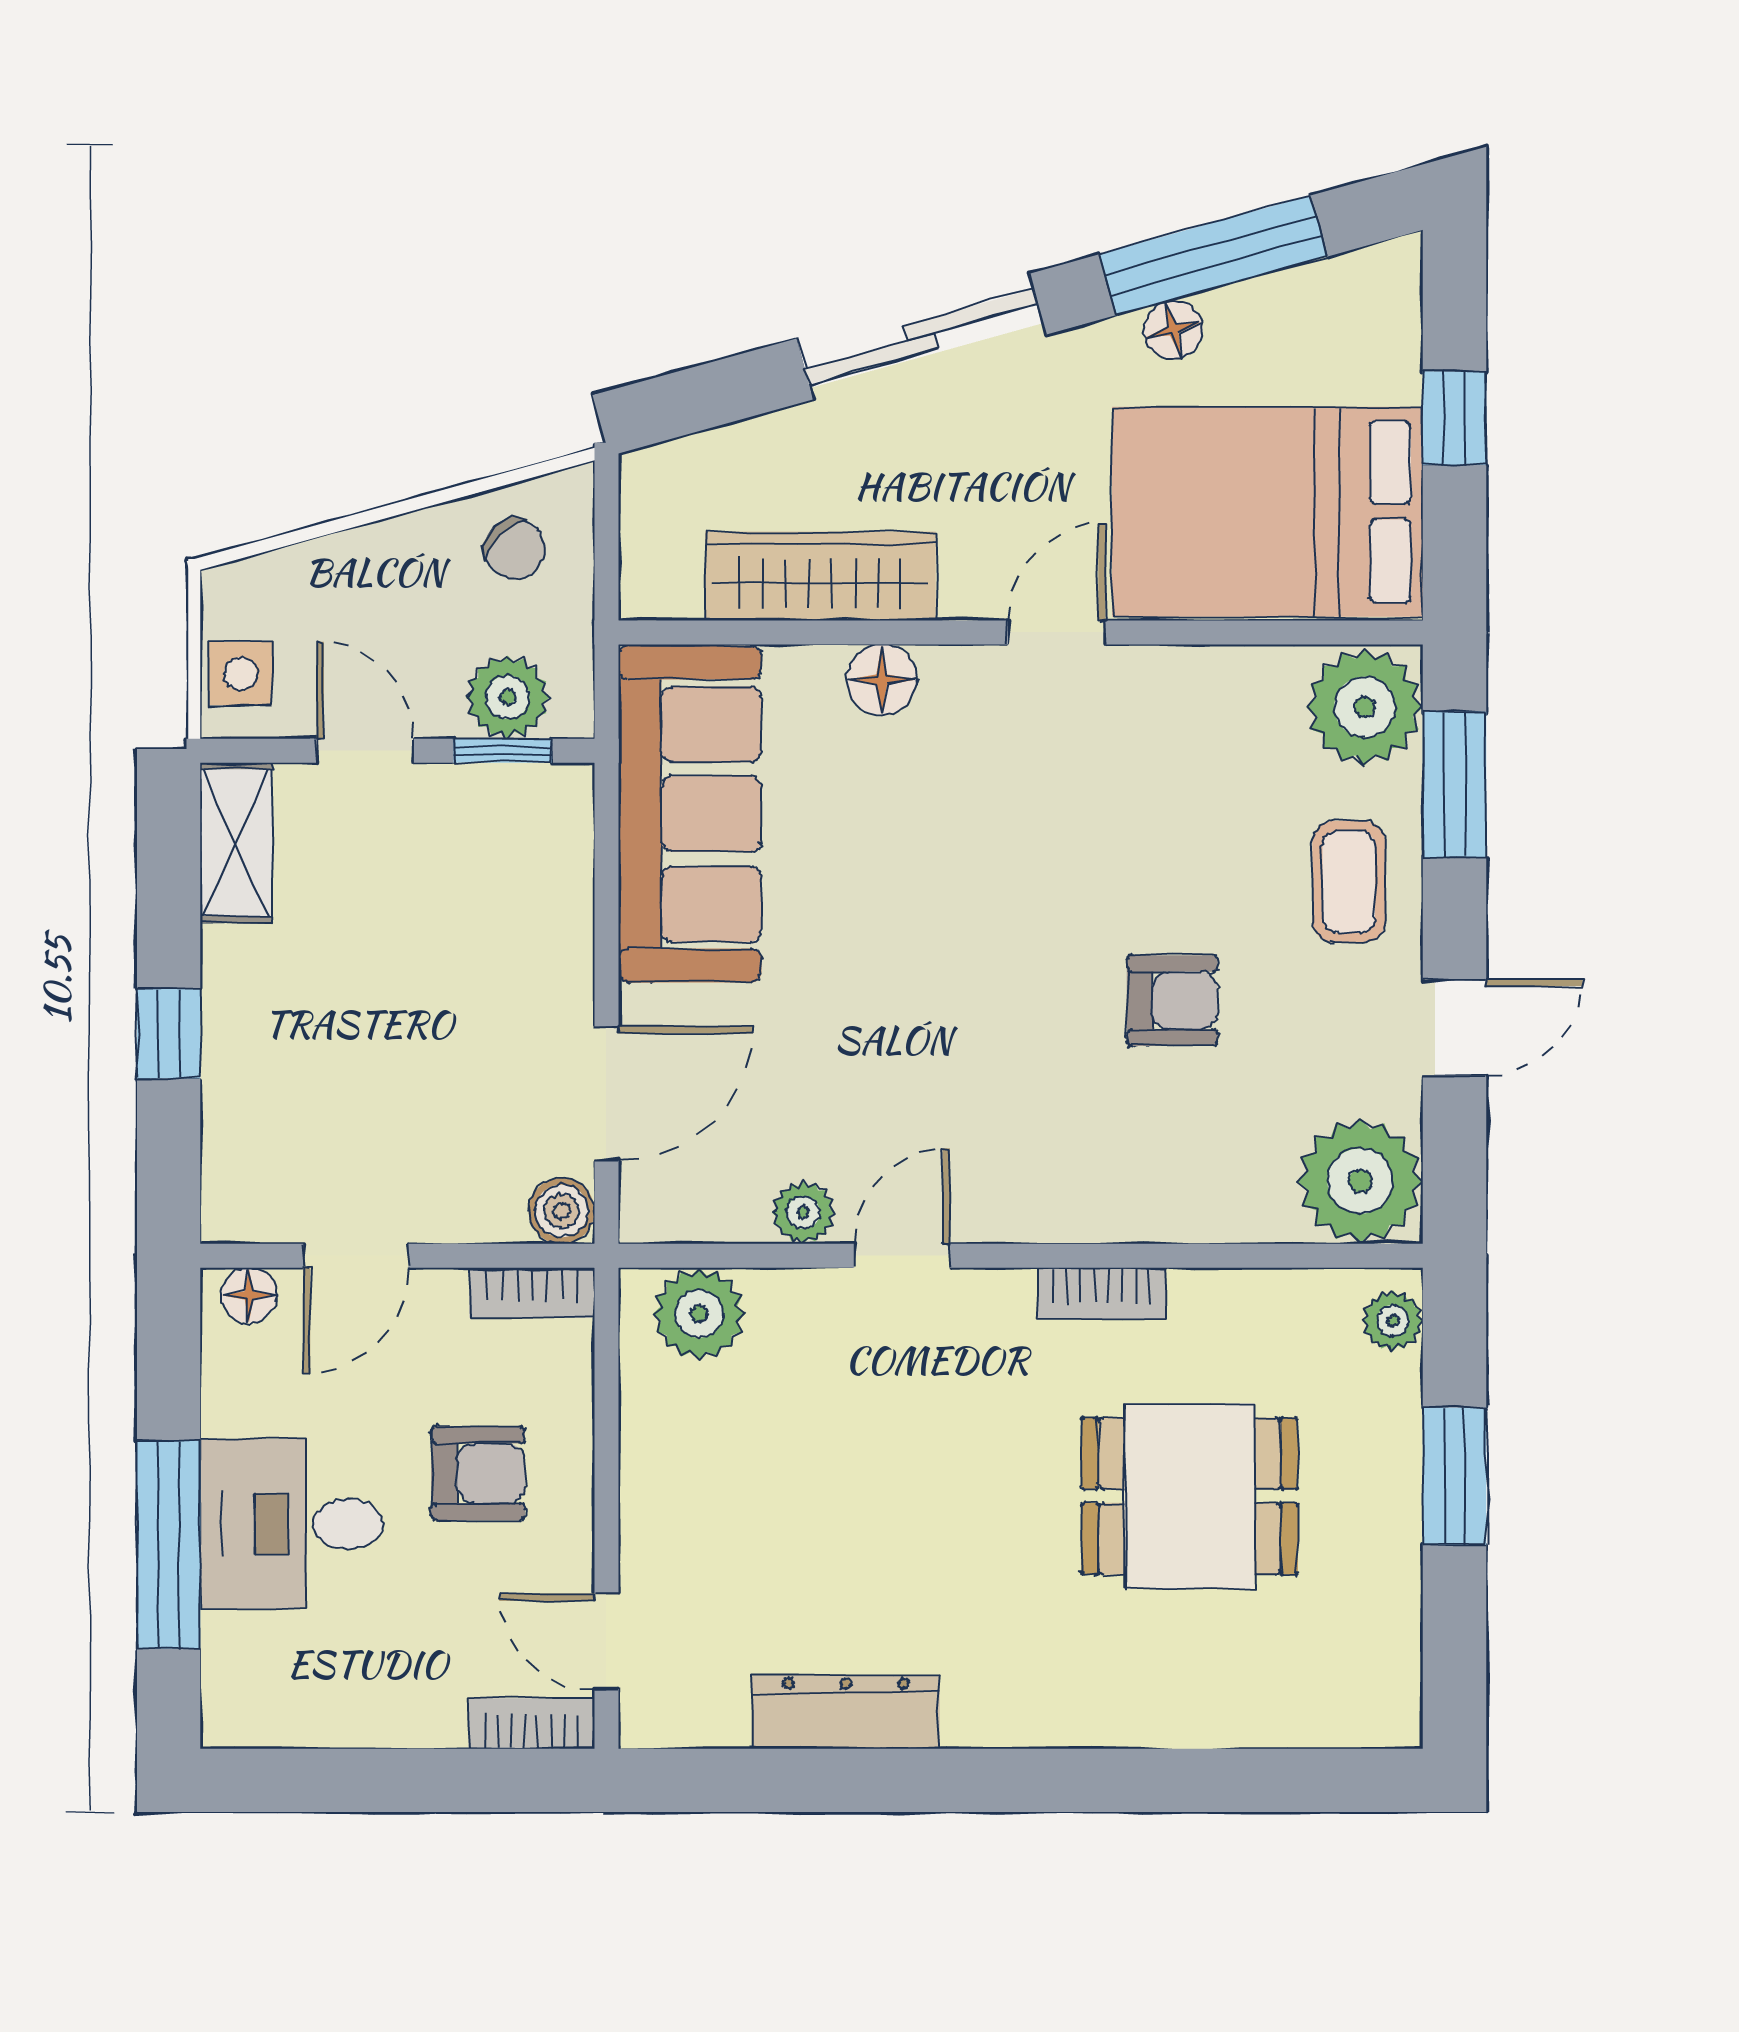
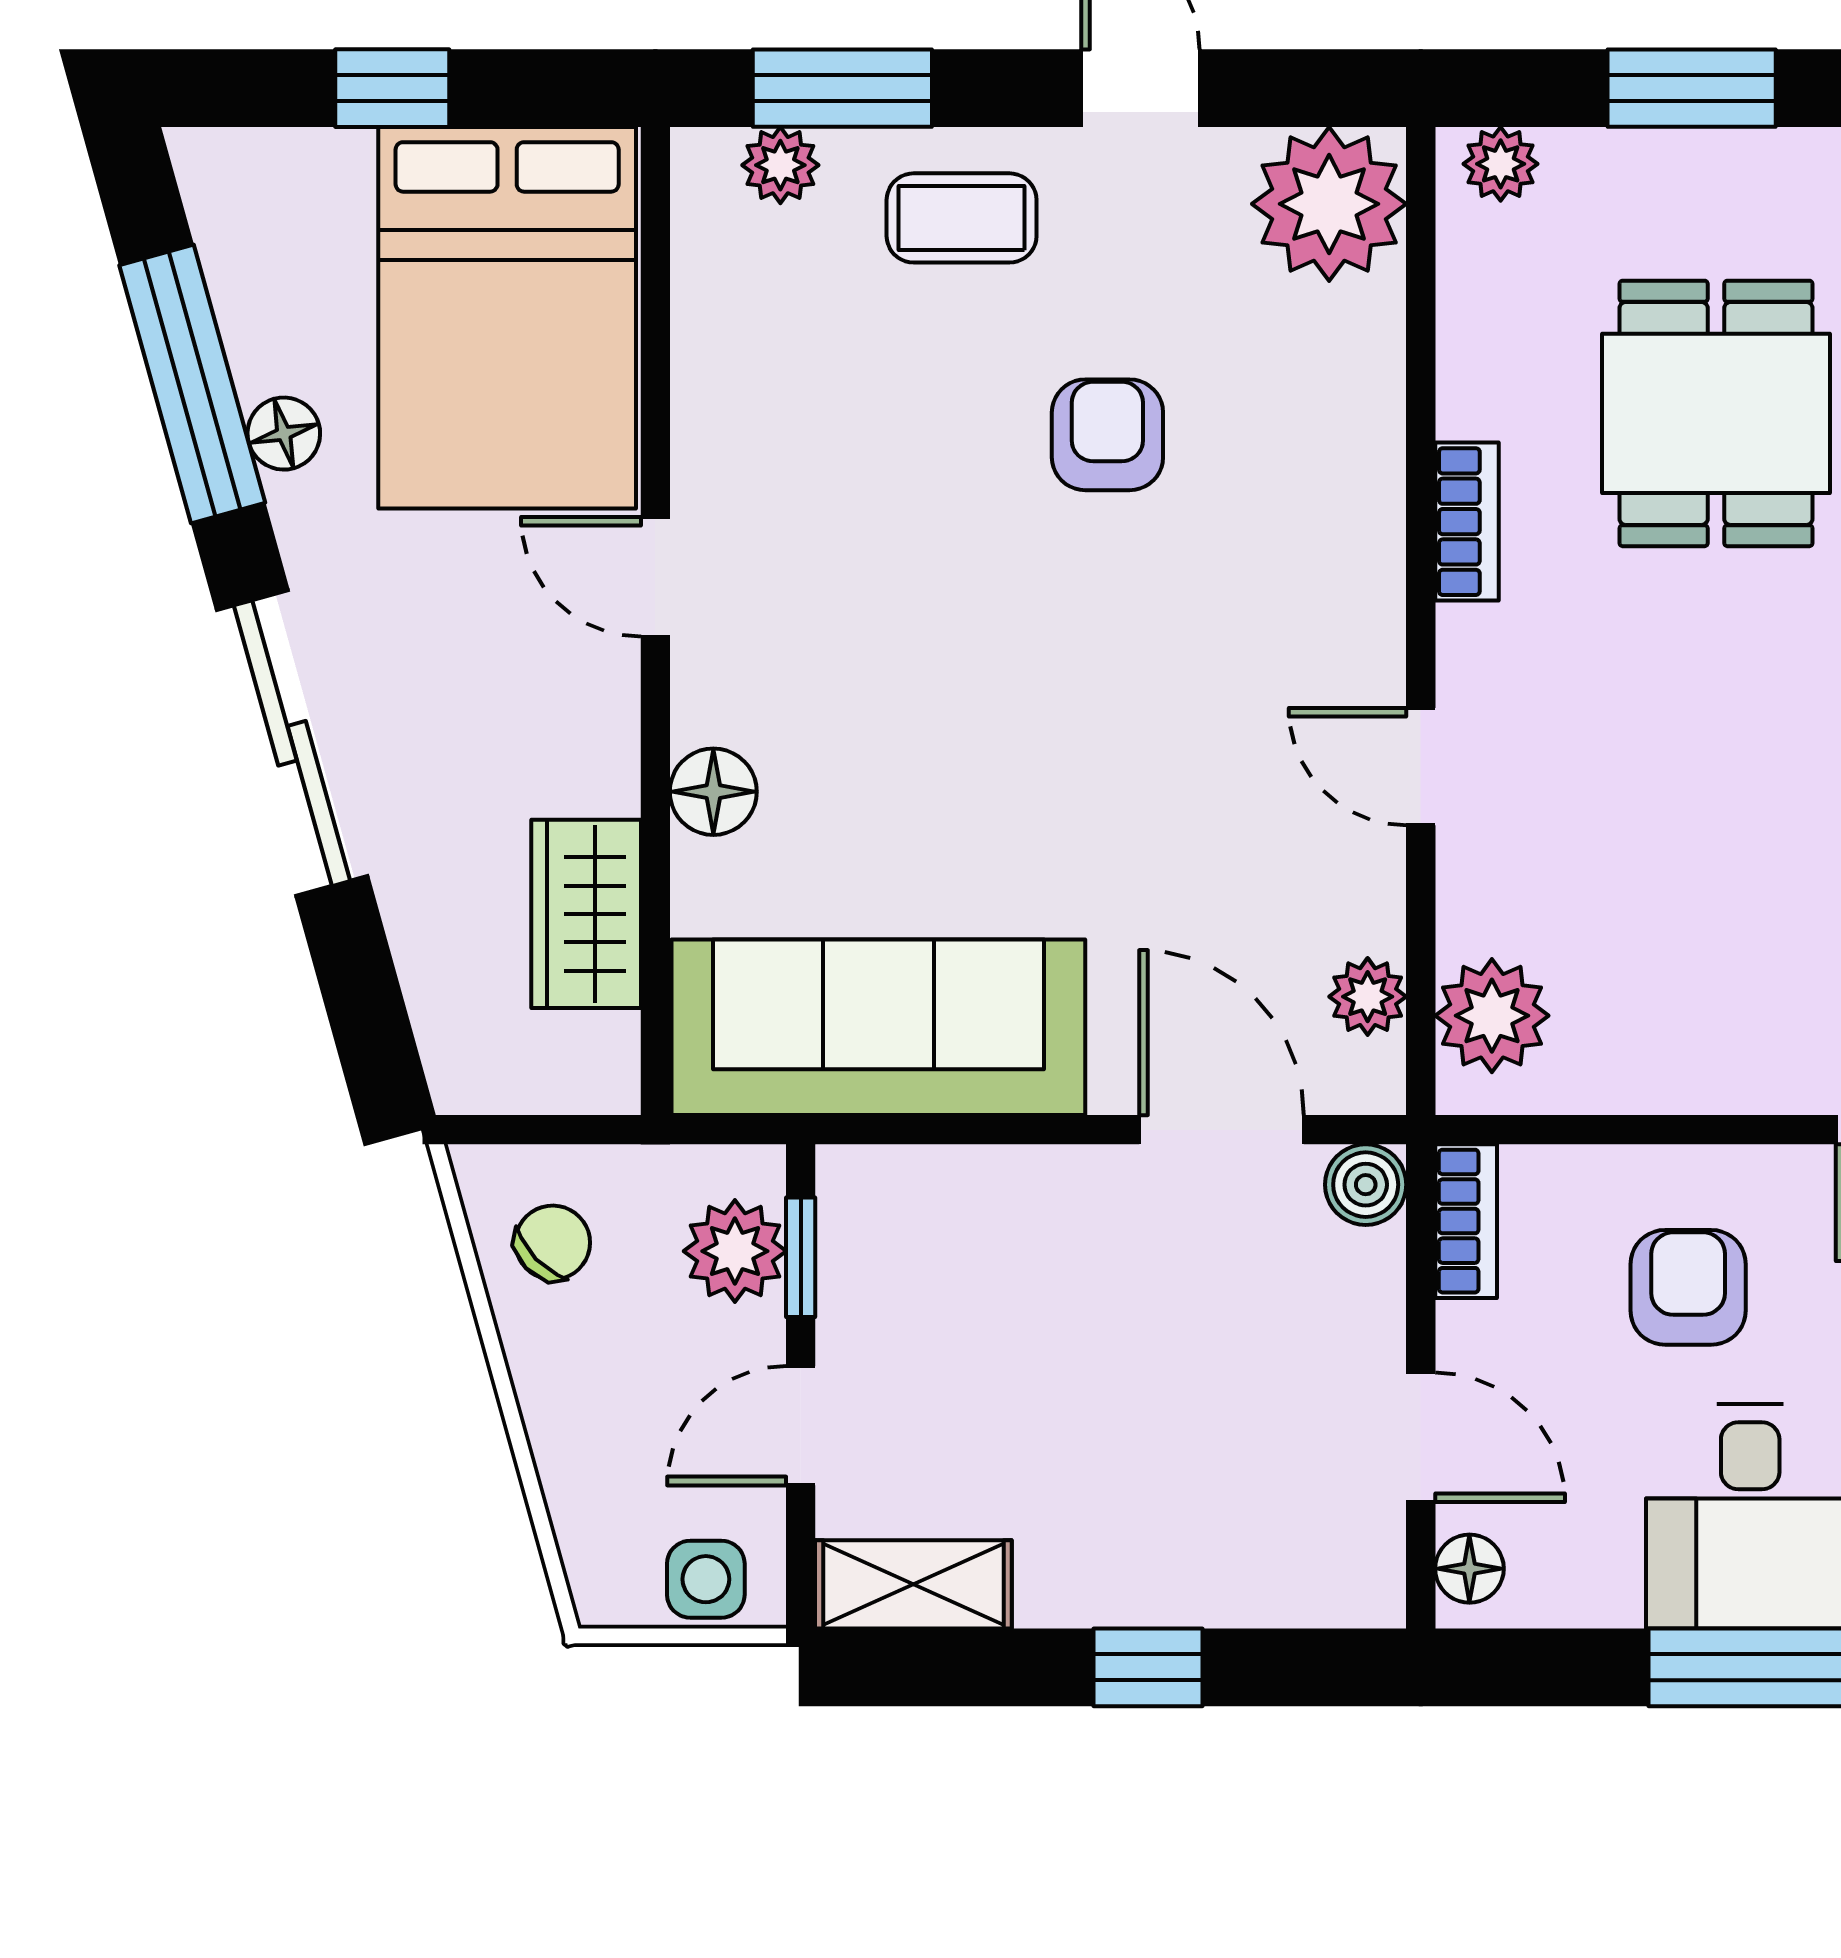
wardrobe: (820, 576) -> (586, 914), width x0.67
plant: (1365, 707) -> (780, 165), width x0.53, depth x0.53
plant: (803, 1212) -> (1368, 997), moved

